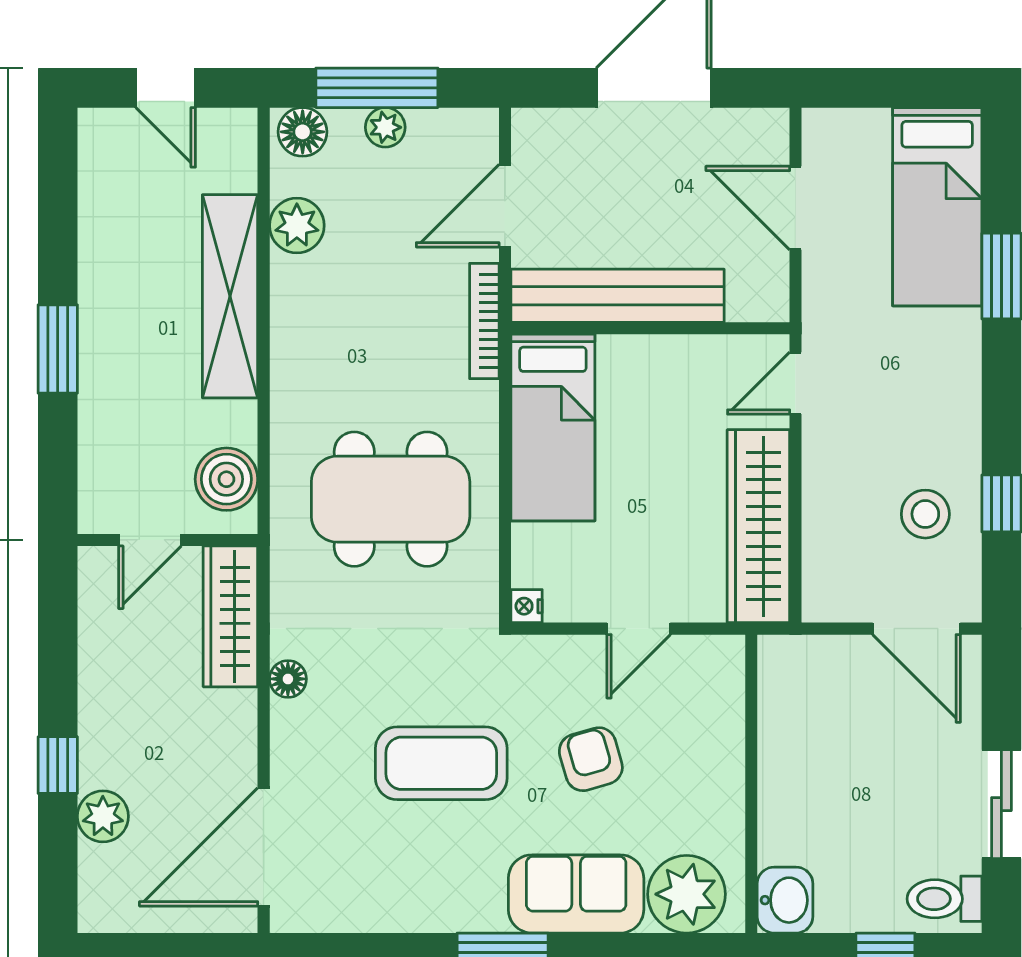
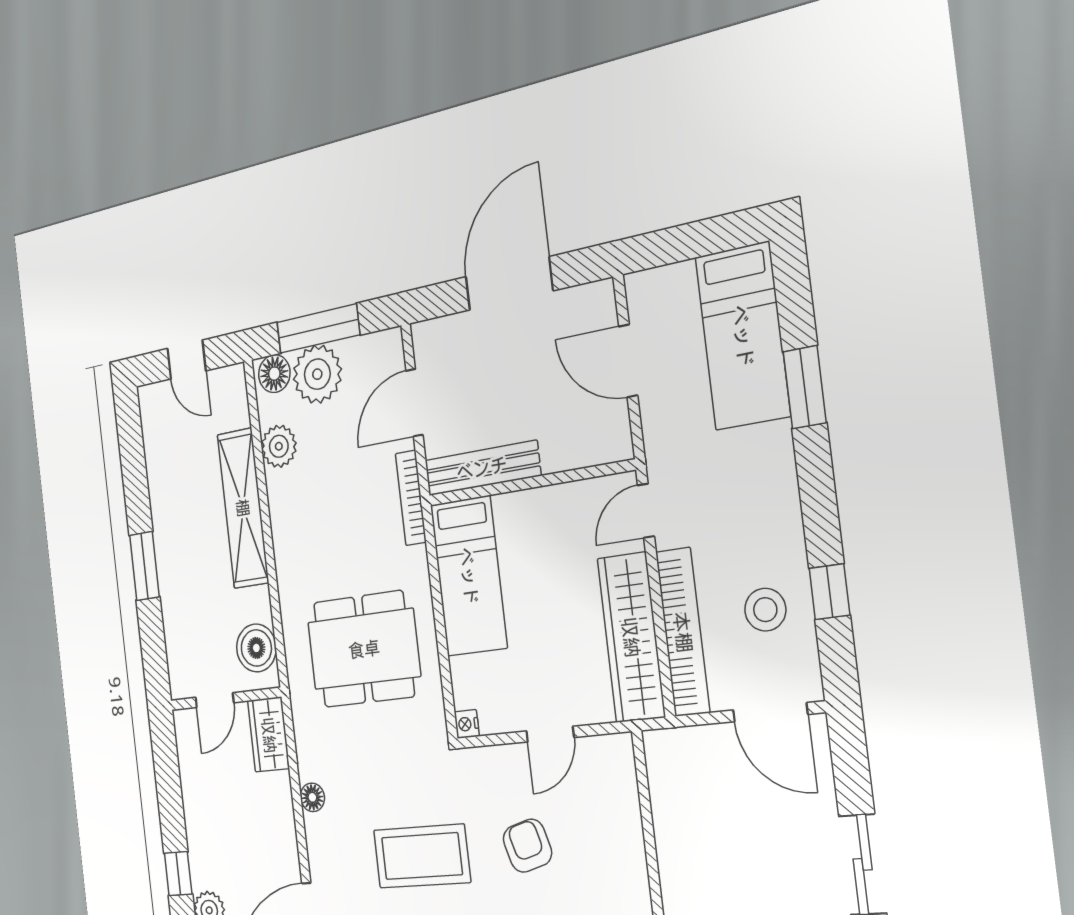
plant: (385, 127) -> (317, 374), width x1.88, depth x1.88
bench: (618, 296) -> (482, 468), width x0.73, depth x0.82
bookcase: (823, 527) -> (683, 632), added
wardrobe: (230, 616) -> (269, 735), width x0.67

